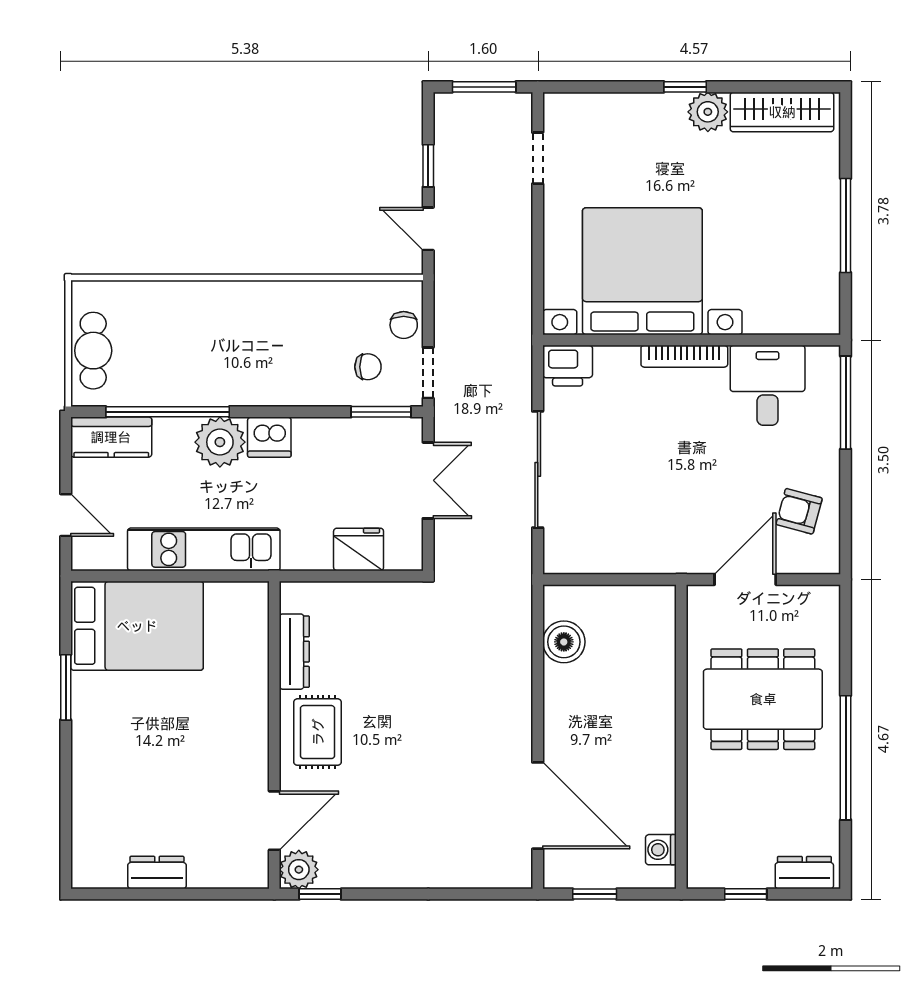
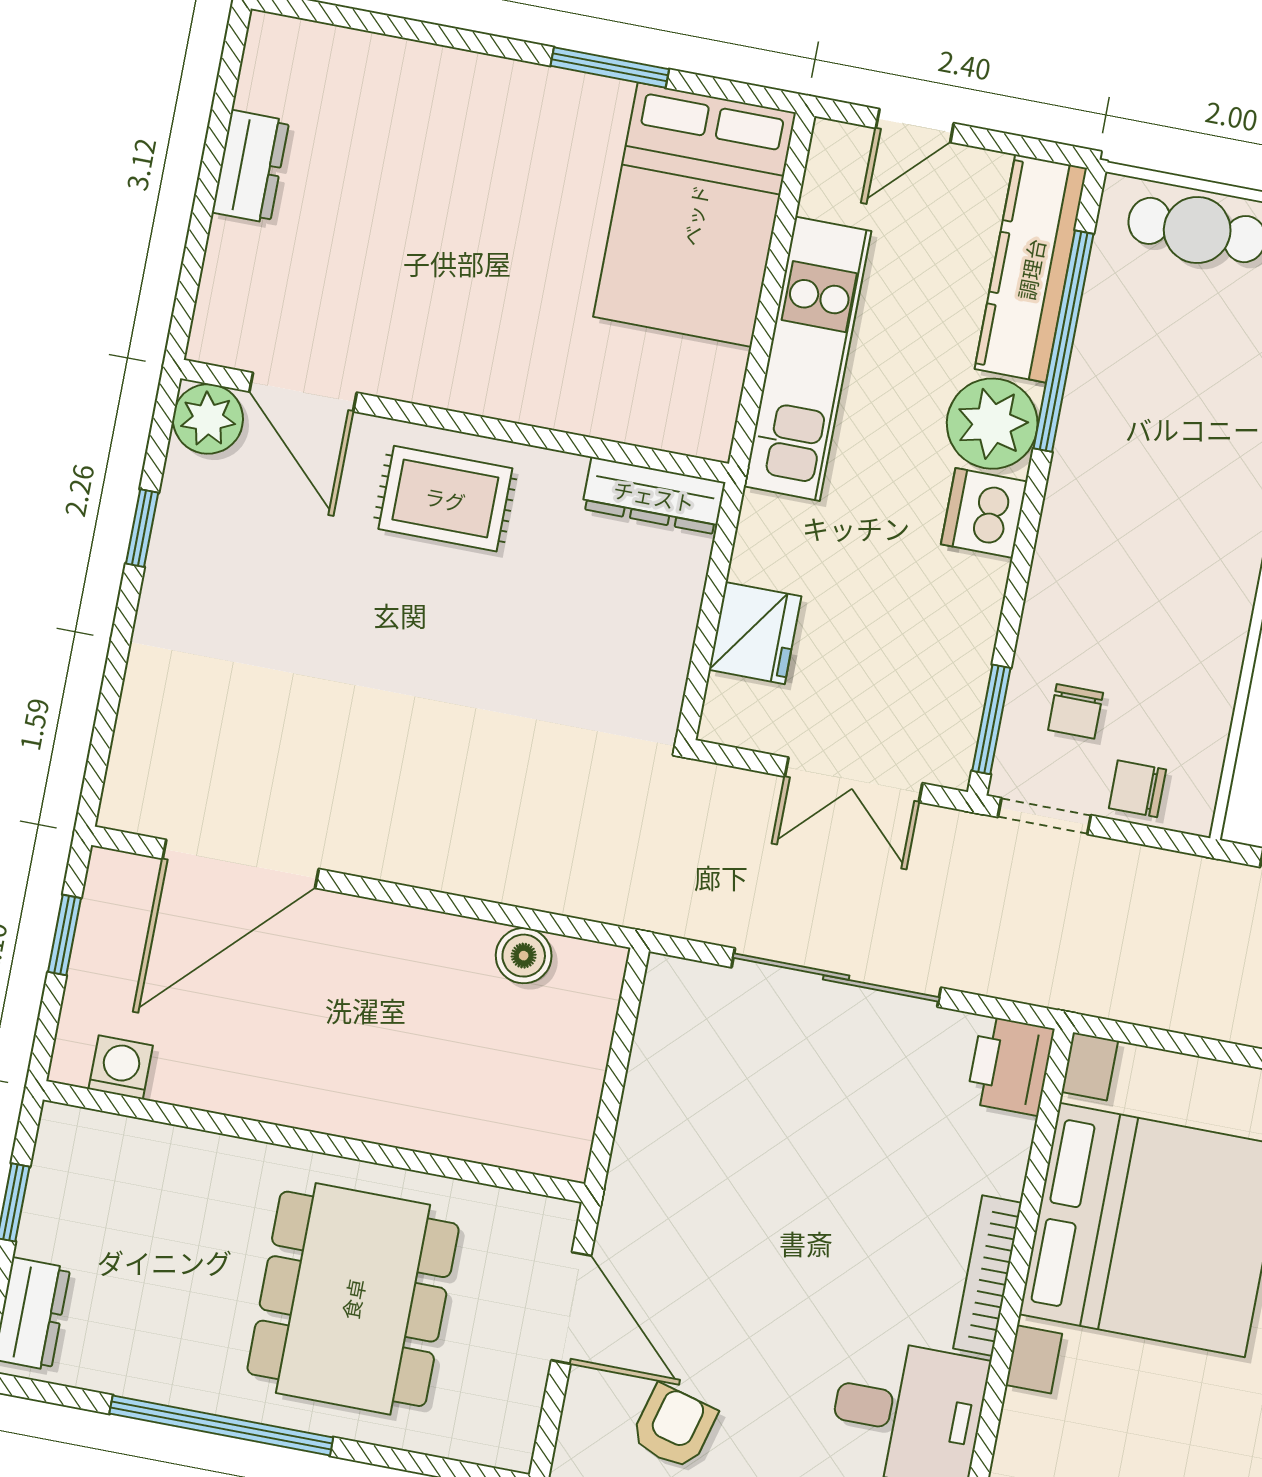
kitchen counter: (111, 437) -> (1031, 269), width x1.50
boiler: (564, 642) -> (524, 956), width x0.73, depth x0.73
dresser: (294, 652) -> (654, 496), moved
window: (320, 894) -> (142, 528), moved

